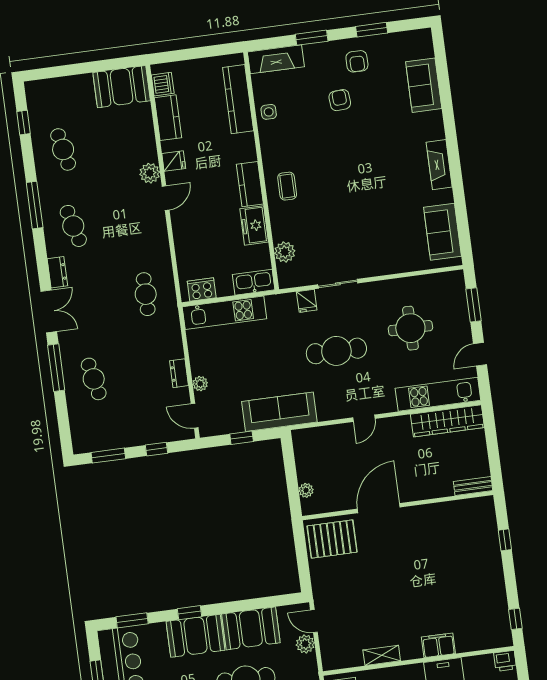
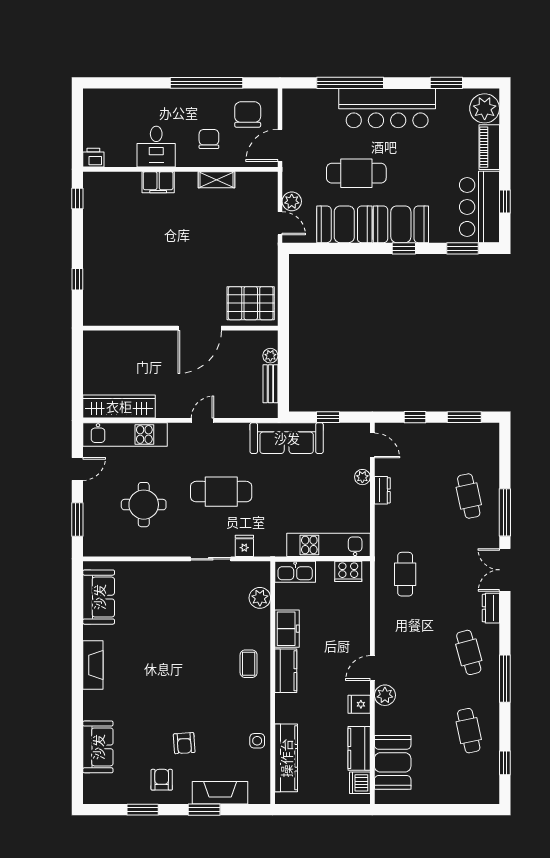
fireplace: (276, 59) -> (220, 793), moved
booth: (122, 87) -> (393, 762), moved, turned 90
bench: (473, 486) -> (270, 384), moved, turned 90

